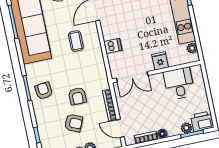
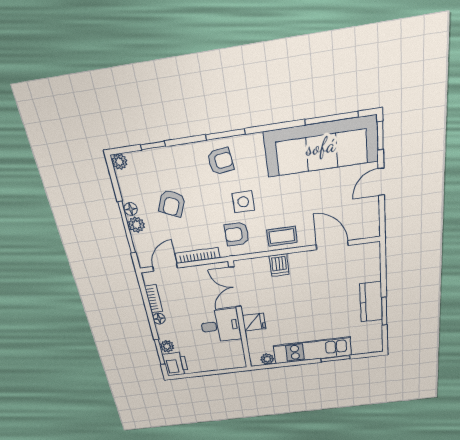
coffee table: (76, 41) -> (282, 236), moved
side table: (69, 74) -> (243, 202), added
desk: (179, 83) -> (221, 326), moved
armchair: (77, 96) -> (237, 234), moved

